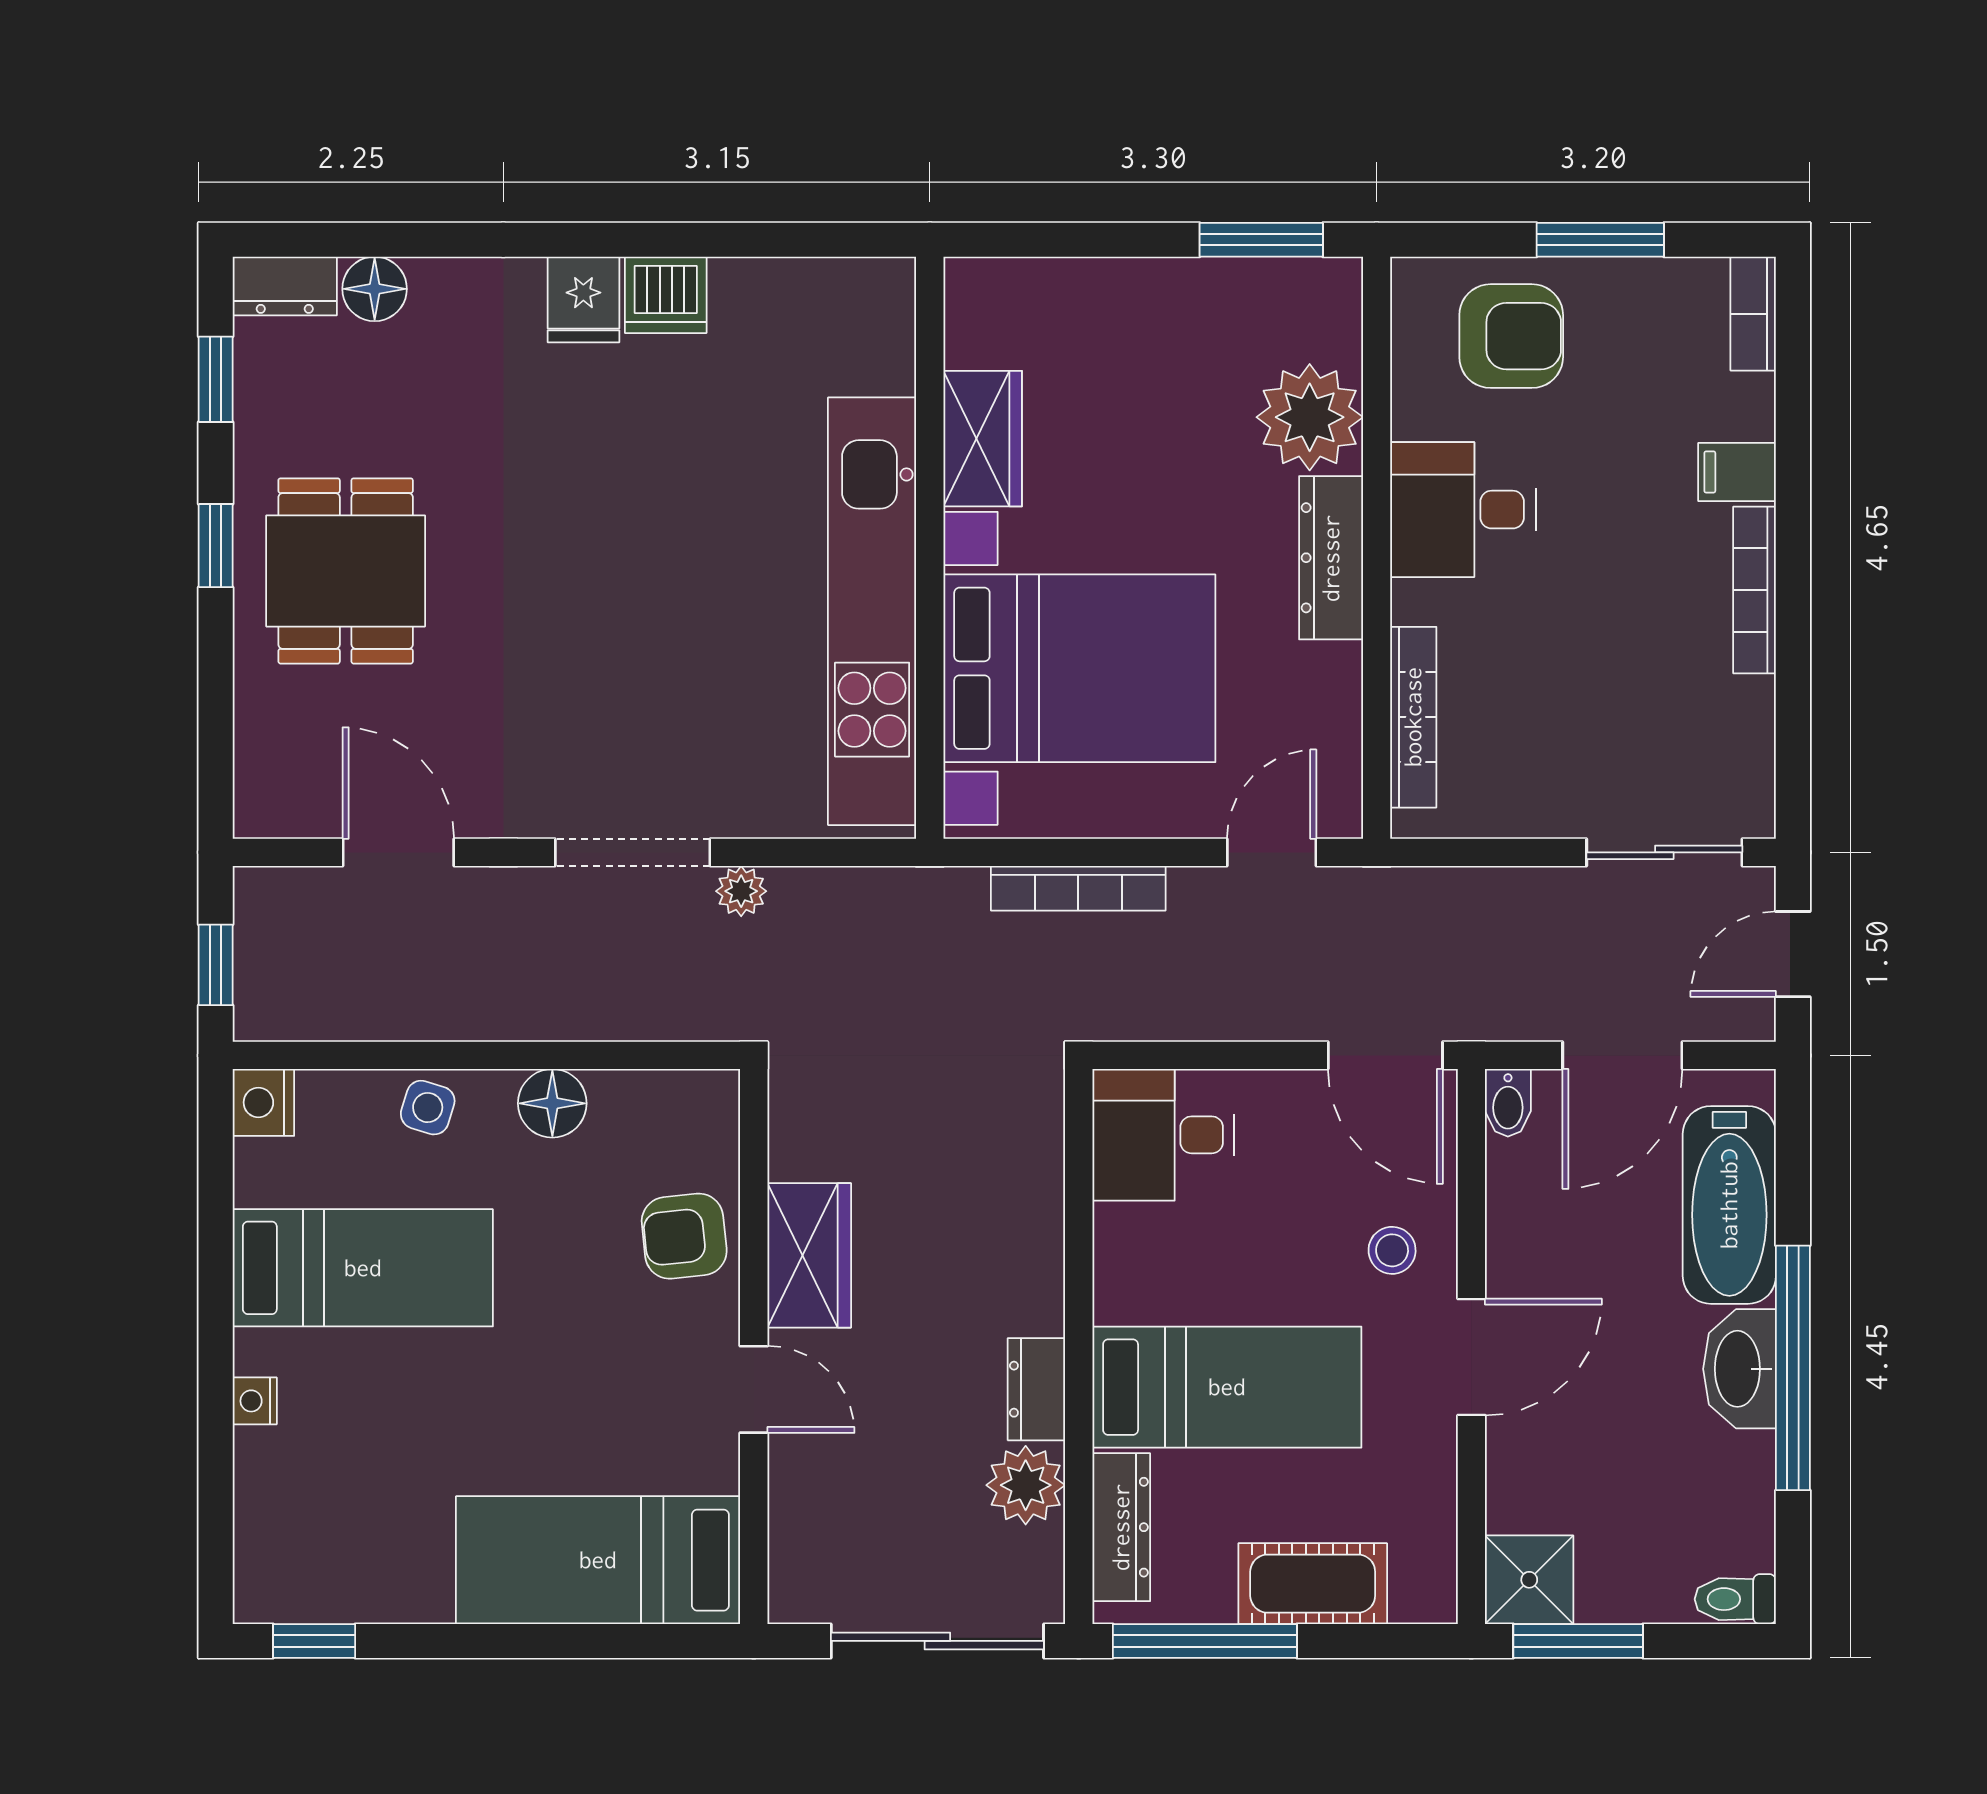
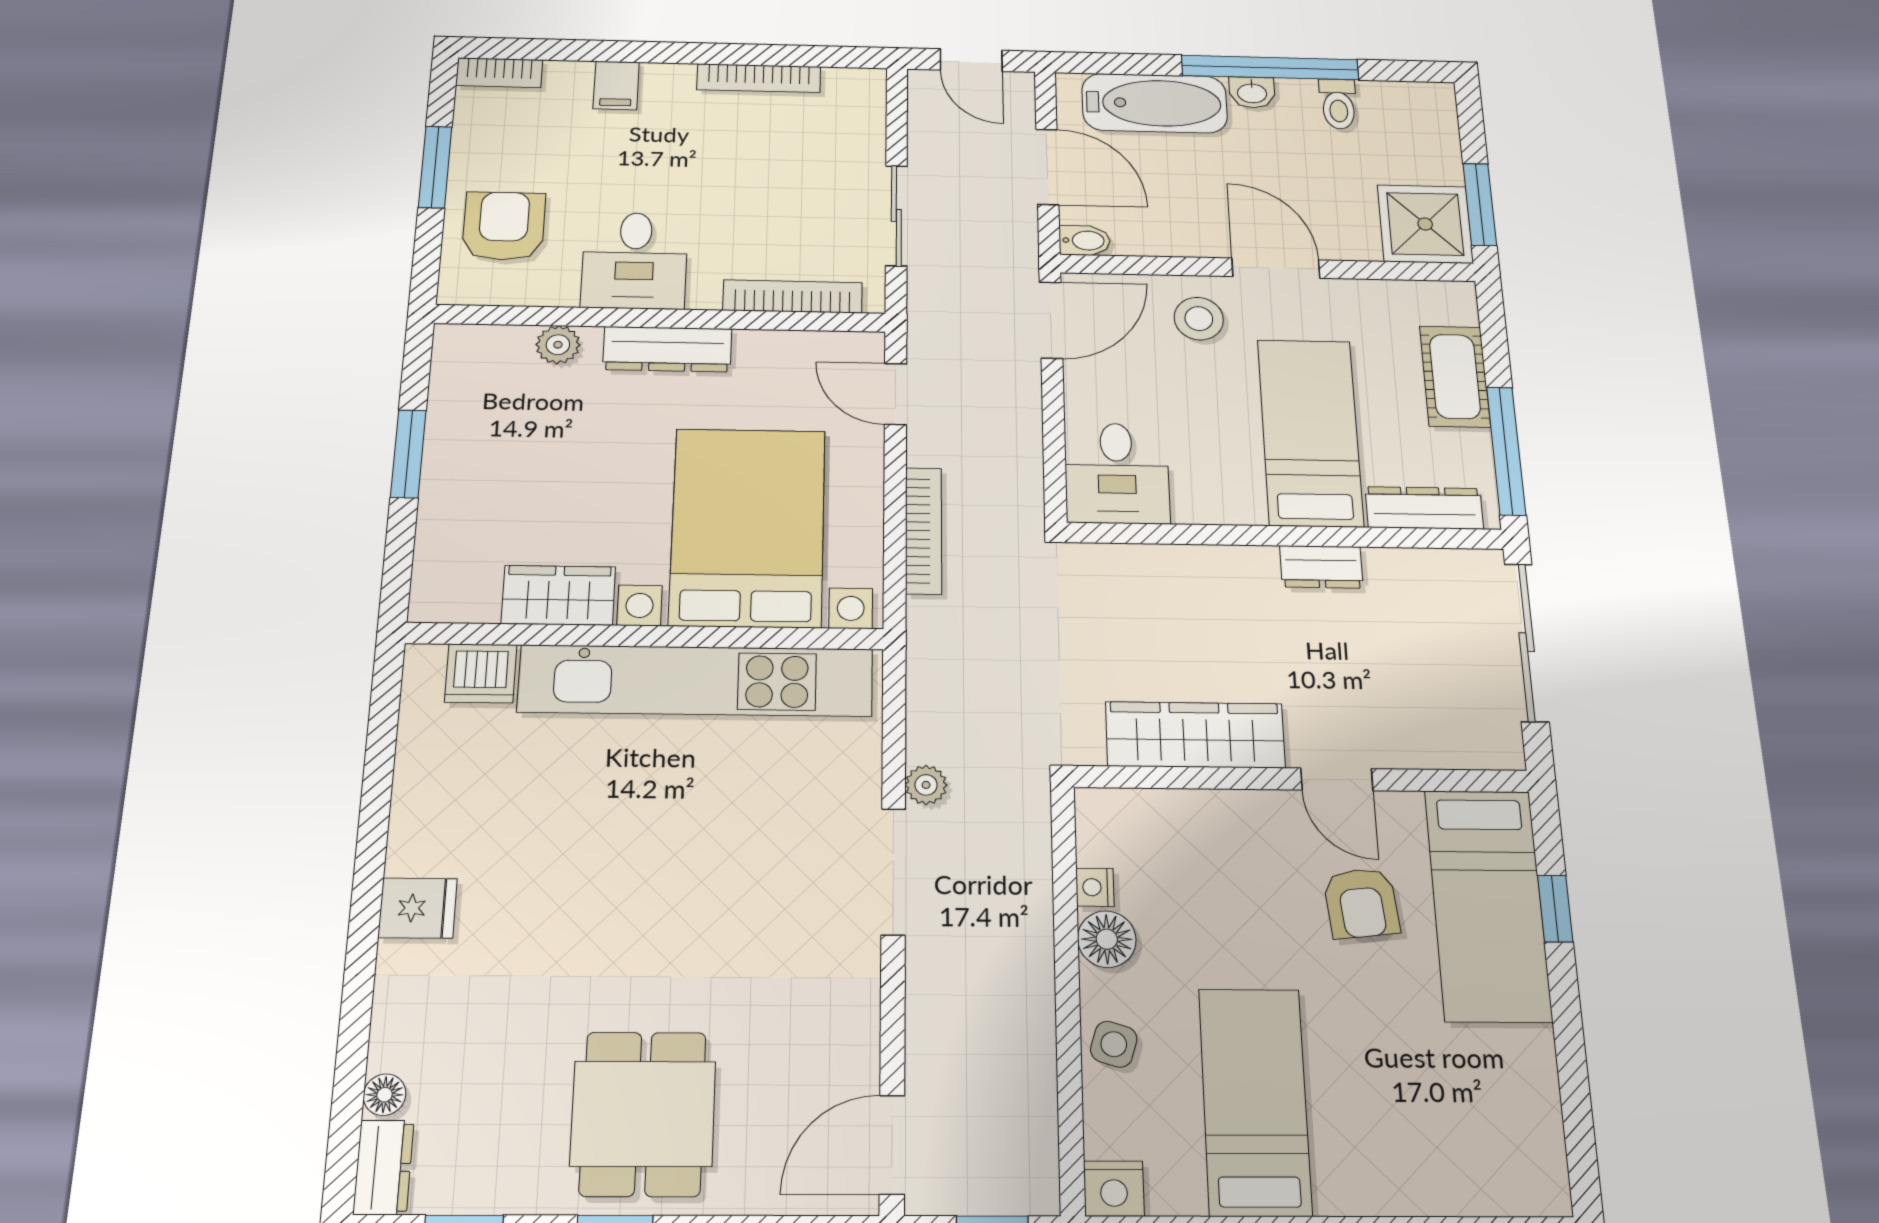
window: (1261, 240) -> (408, 454), moved
floor lamp: (375, 289) -> (385, 1095), width x0.73, depth x0.73
dishwasher: (666, 295) -> (481, 673), moved, turned 90
plant: (1310, 417) -> (558, 345), width x0.53, depth x0.53
dining table: (346, 571) -> (643, 1114), turned 90
bookcase: (1755, 590) -> (759, 78), moved
door: (398, 852) -> (892, 1145), moved
sliding door: (1664, 852) -> (896, 216), moved
armchair: (684, 1236) -> (1361, 903), moved
stool: (1392, 1250) -> (1199, 319), width x1.37, depth x1.37
wardrobe: (809, 1255) -> (1195, 735), width x1.50
washbasin: (1740, 1369) -> (1252, 92), width x0.52, depth x0.69
door: (754, 1389) -> (1337, 779), swing flipped
nightstand: (255, 1401) -> (1095, 887), moved, turned 90
plant: (1026, 1485) -> (1397, 576), removed
shower: (1529, 1580) -> (1425, 224), width x1.36, depth x1.36
toilet: (1735, 1599) -> (1338, 104), moved
window: (314, 1641) -> (1555, 909), moved

